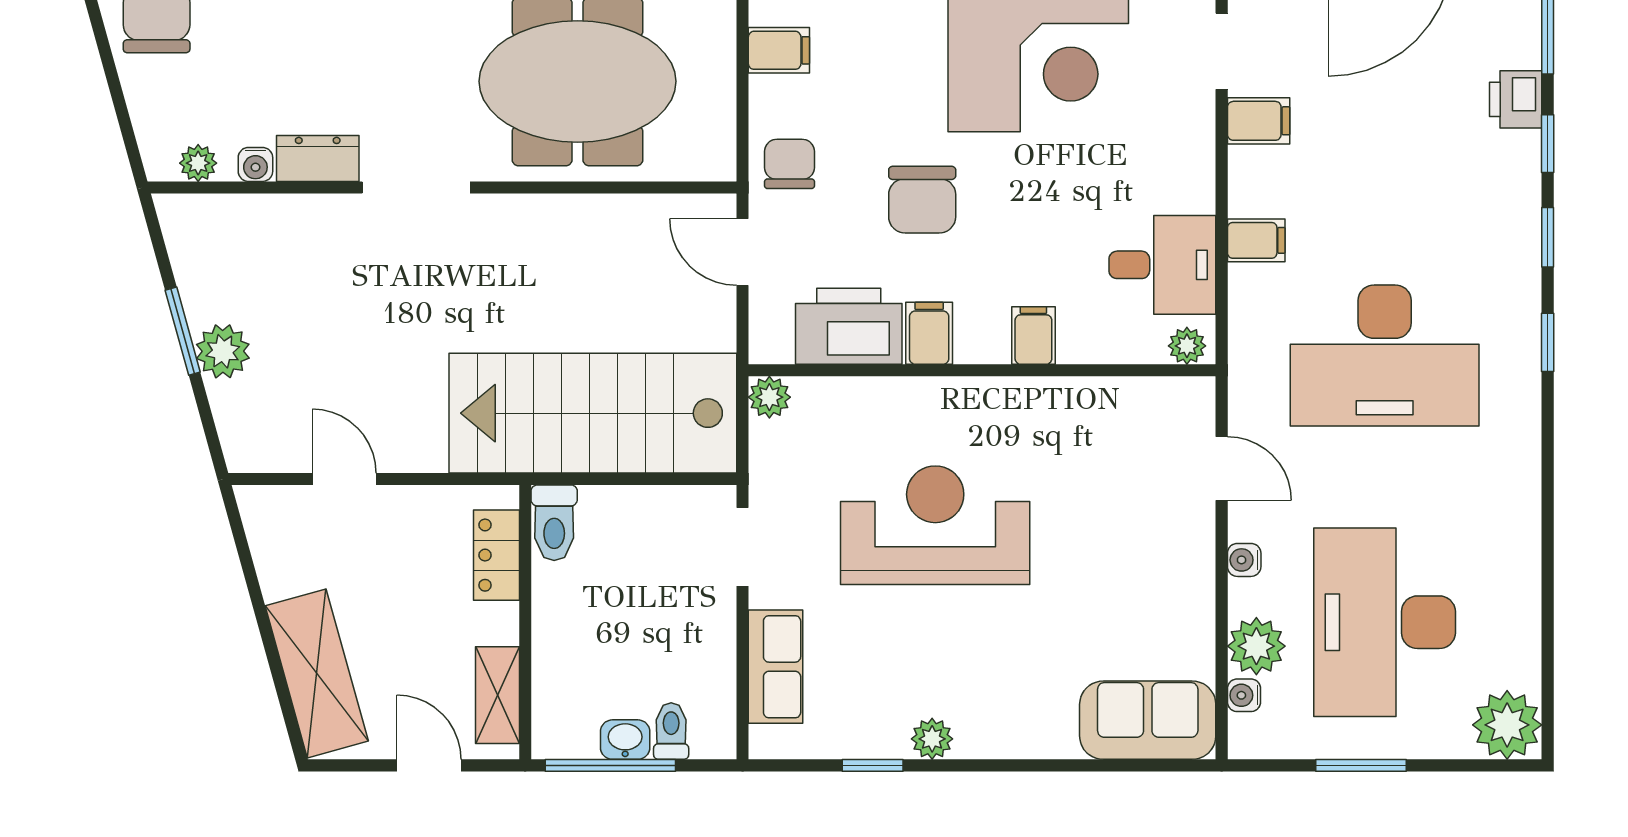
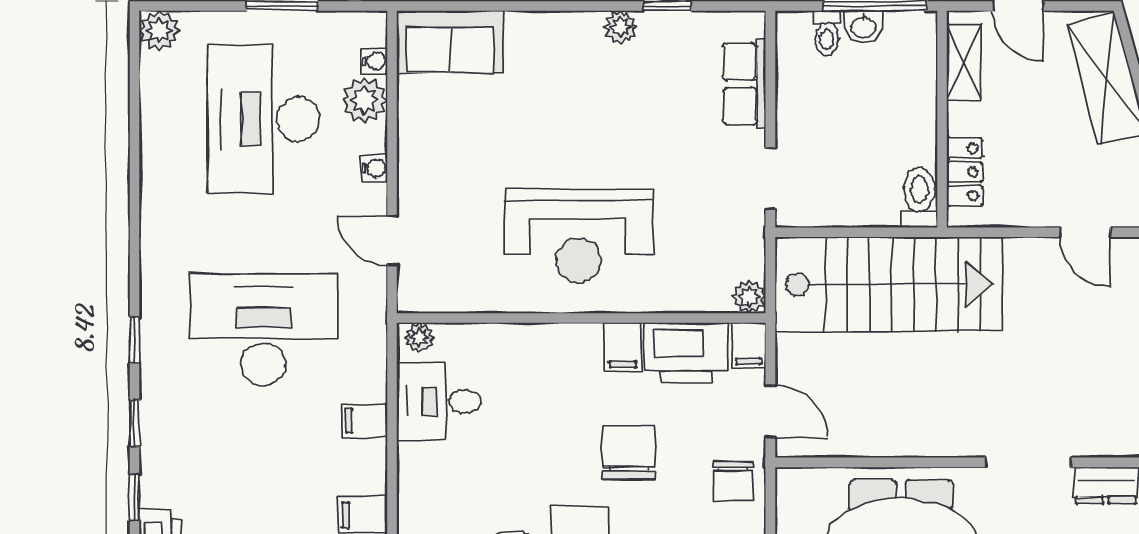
filing cabinet: (1033, 335) -> (749, 346), moved
reception desk: (935, 525) -> (578, 236), moved
desk: (1385, 622) -> (263, 119), turned 180
plant: (1507, 725) -> (159, 31), width x0.73, depth x0.73

